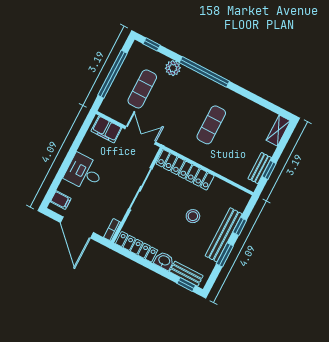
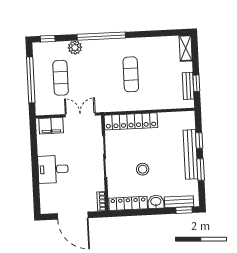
filing cabinet: (61, 200) -> (48, 202), removed
stool: (193, 216) -> (143, 169), moved

